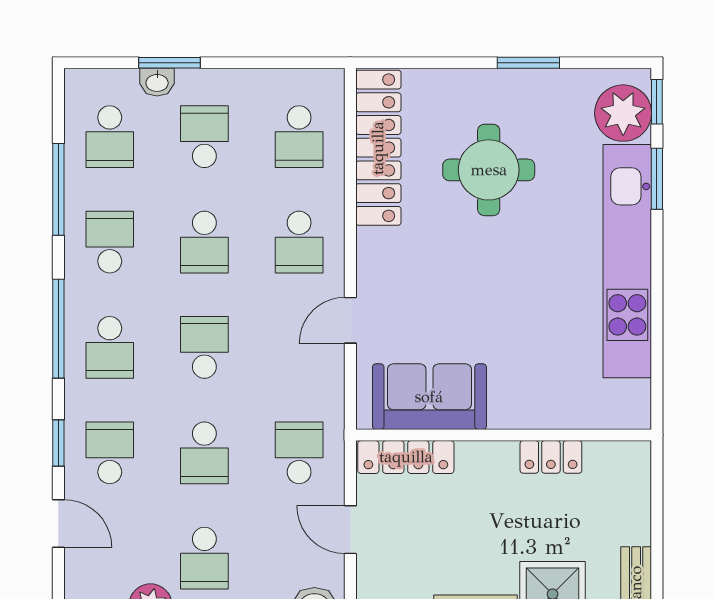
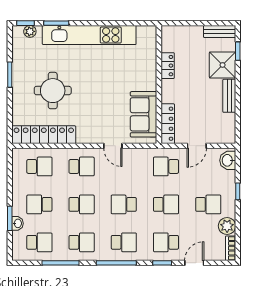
plant: (623, 113) -> (30, 31), width x0.53, depth x0.53
school desk: (110, 242) -> (82, 242), turned 180

